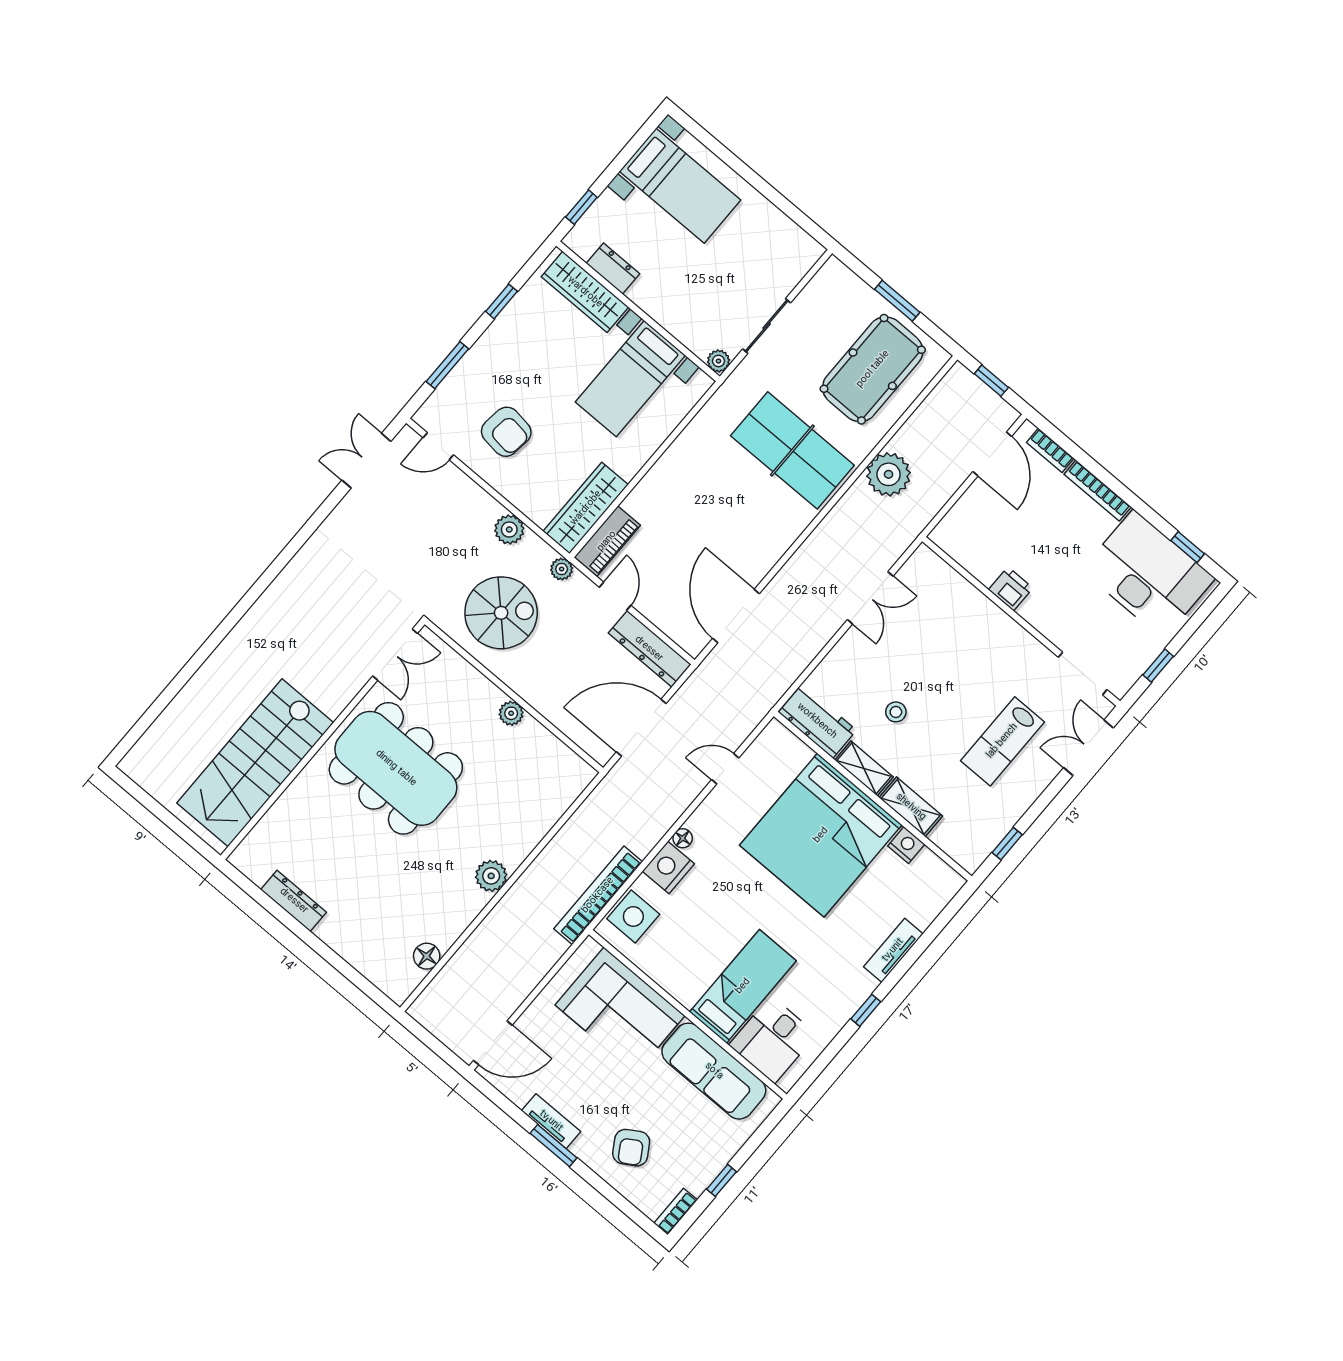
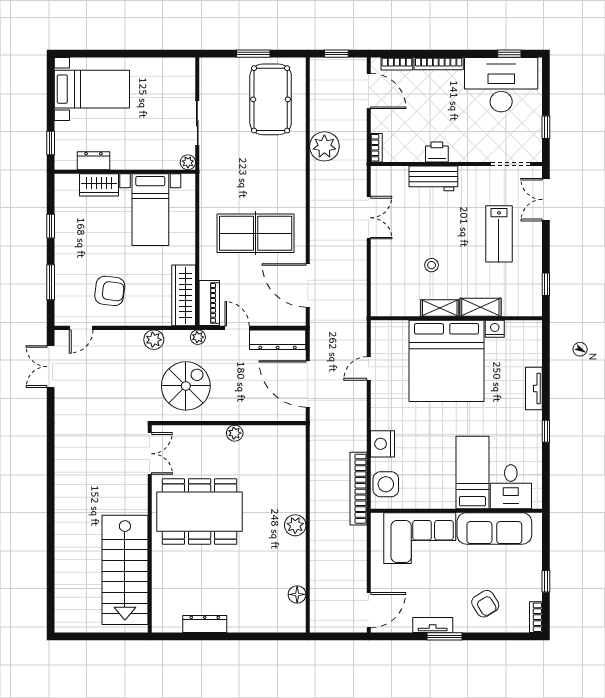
wardrobe: (585, 292) -> (99, 185), width x0.67
table tennis table: (792, 450) -> (256, 233), moved
bookcase: (946, 526) -> (376, 148), added
workbench: (817, 721) -> (433, 178), moved, turned 180
door: (641, 728) -> (308, 384), hinge flipped
floor lamp: (683, 838) -> (377, 423), removed

